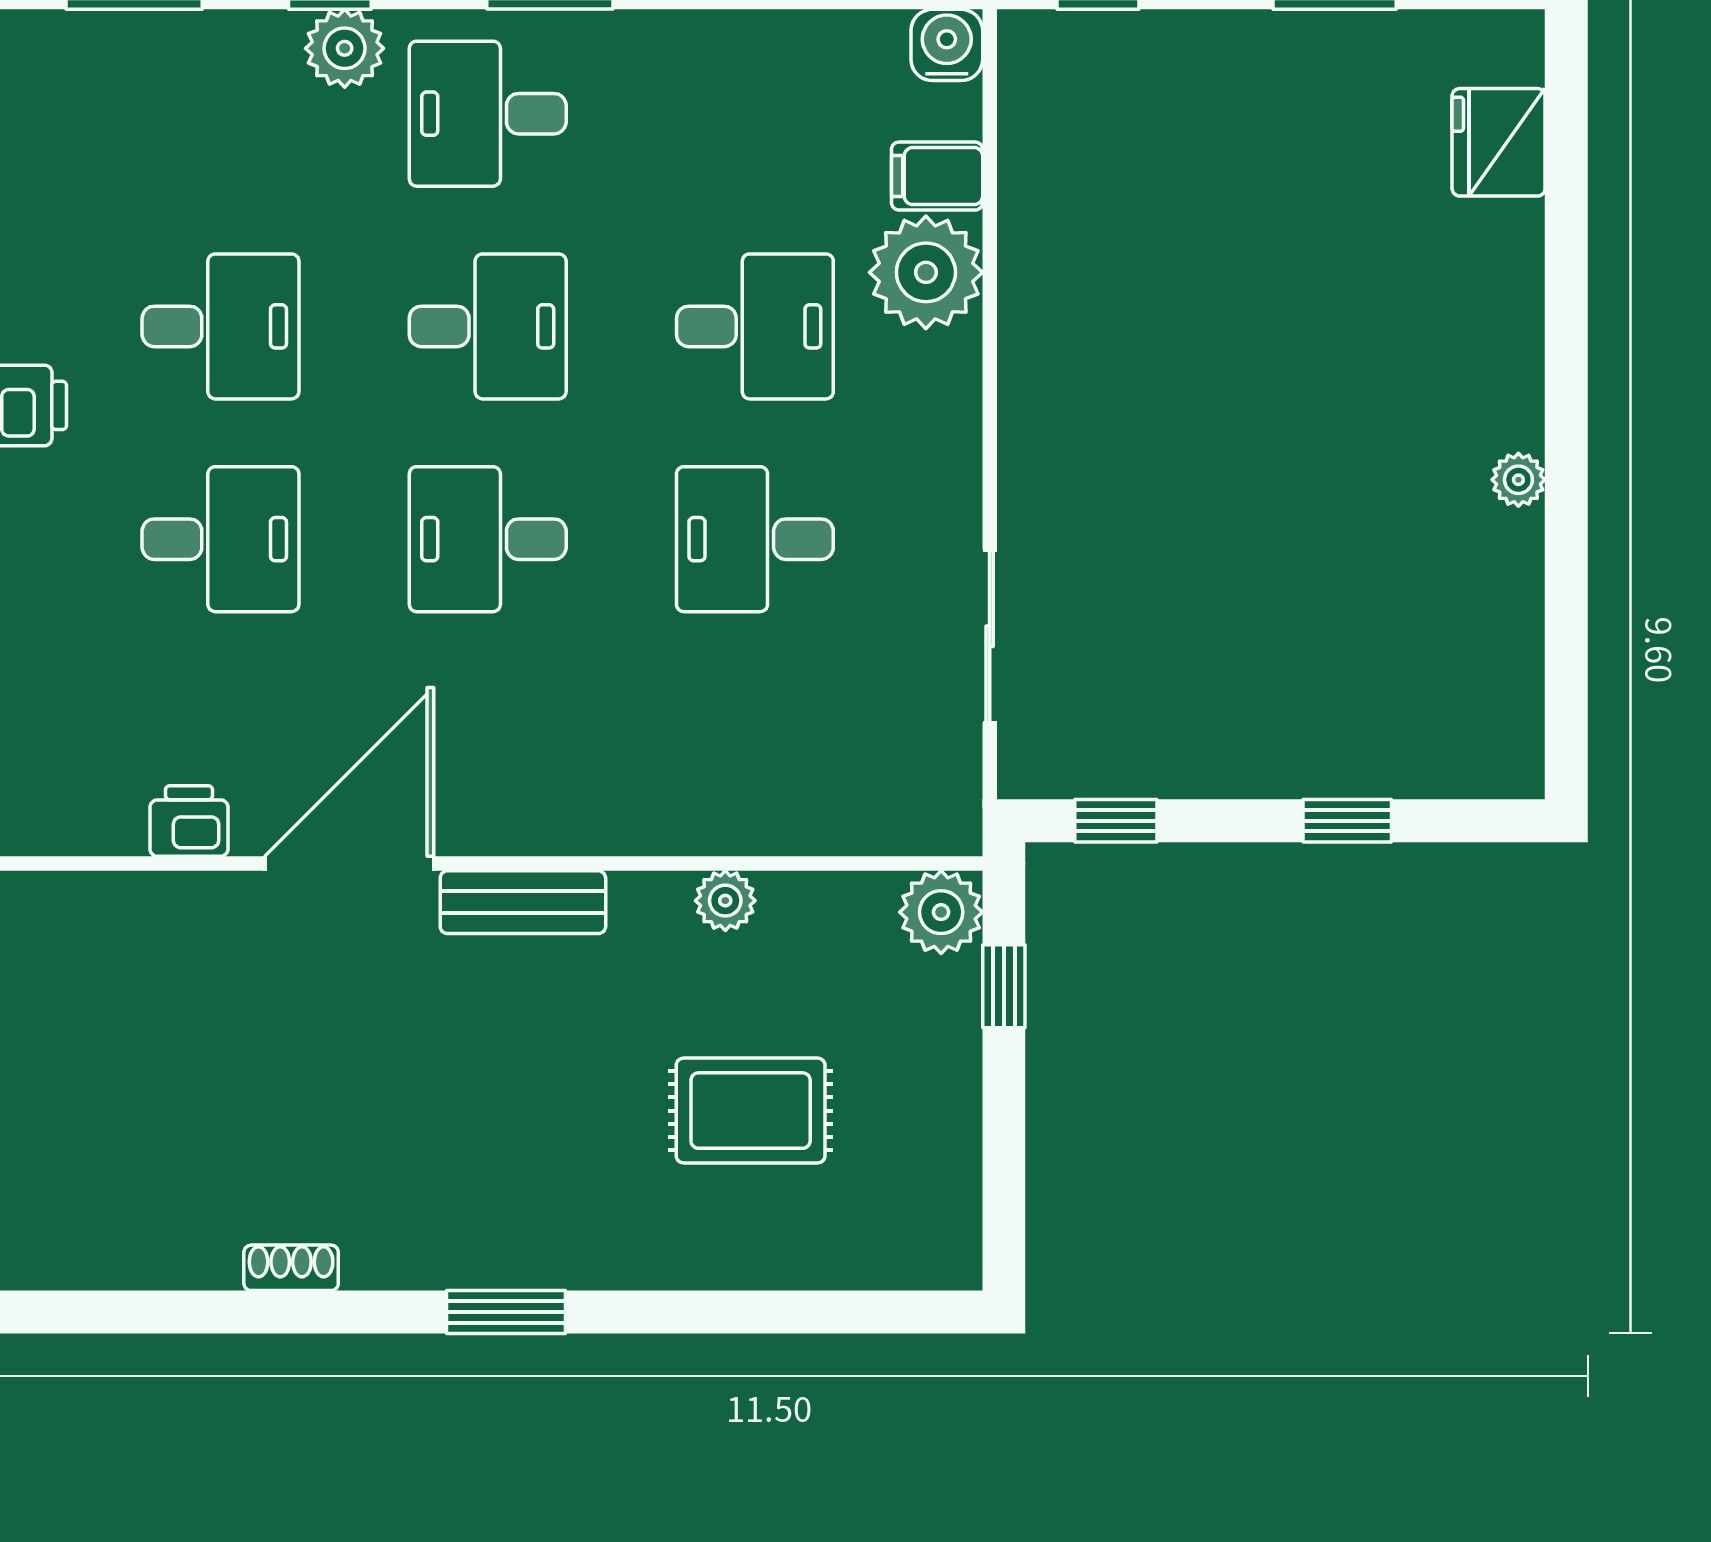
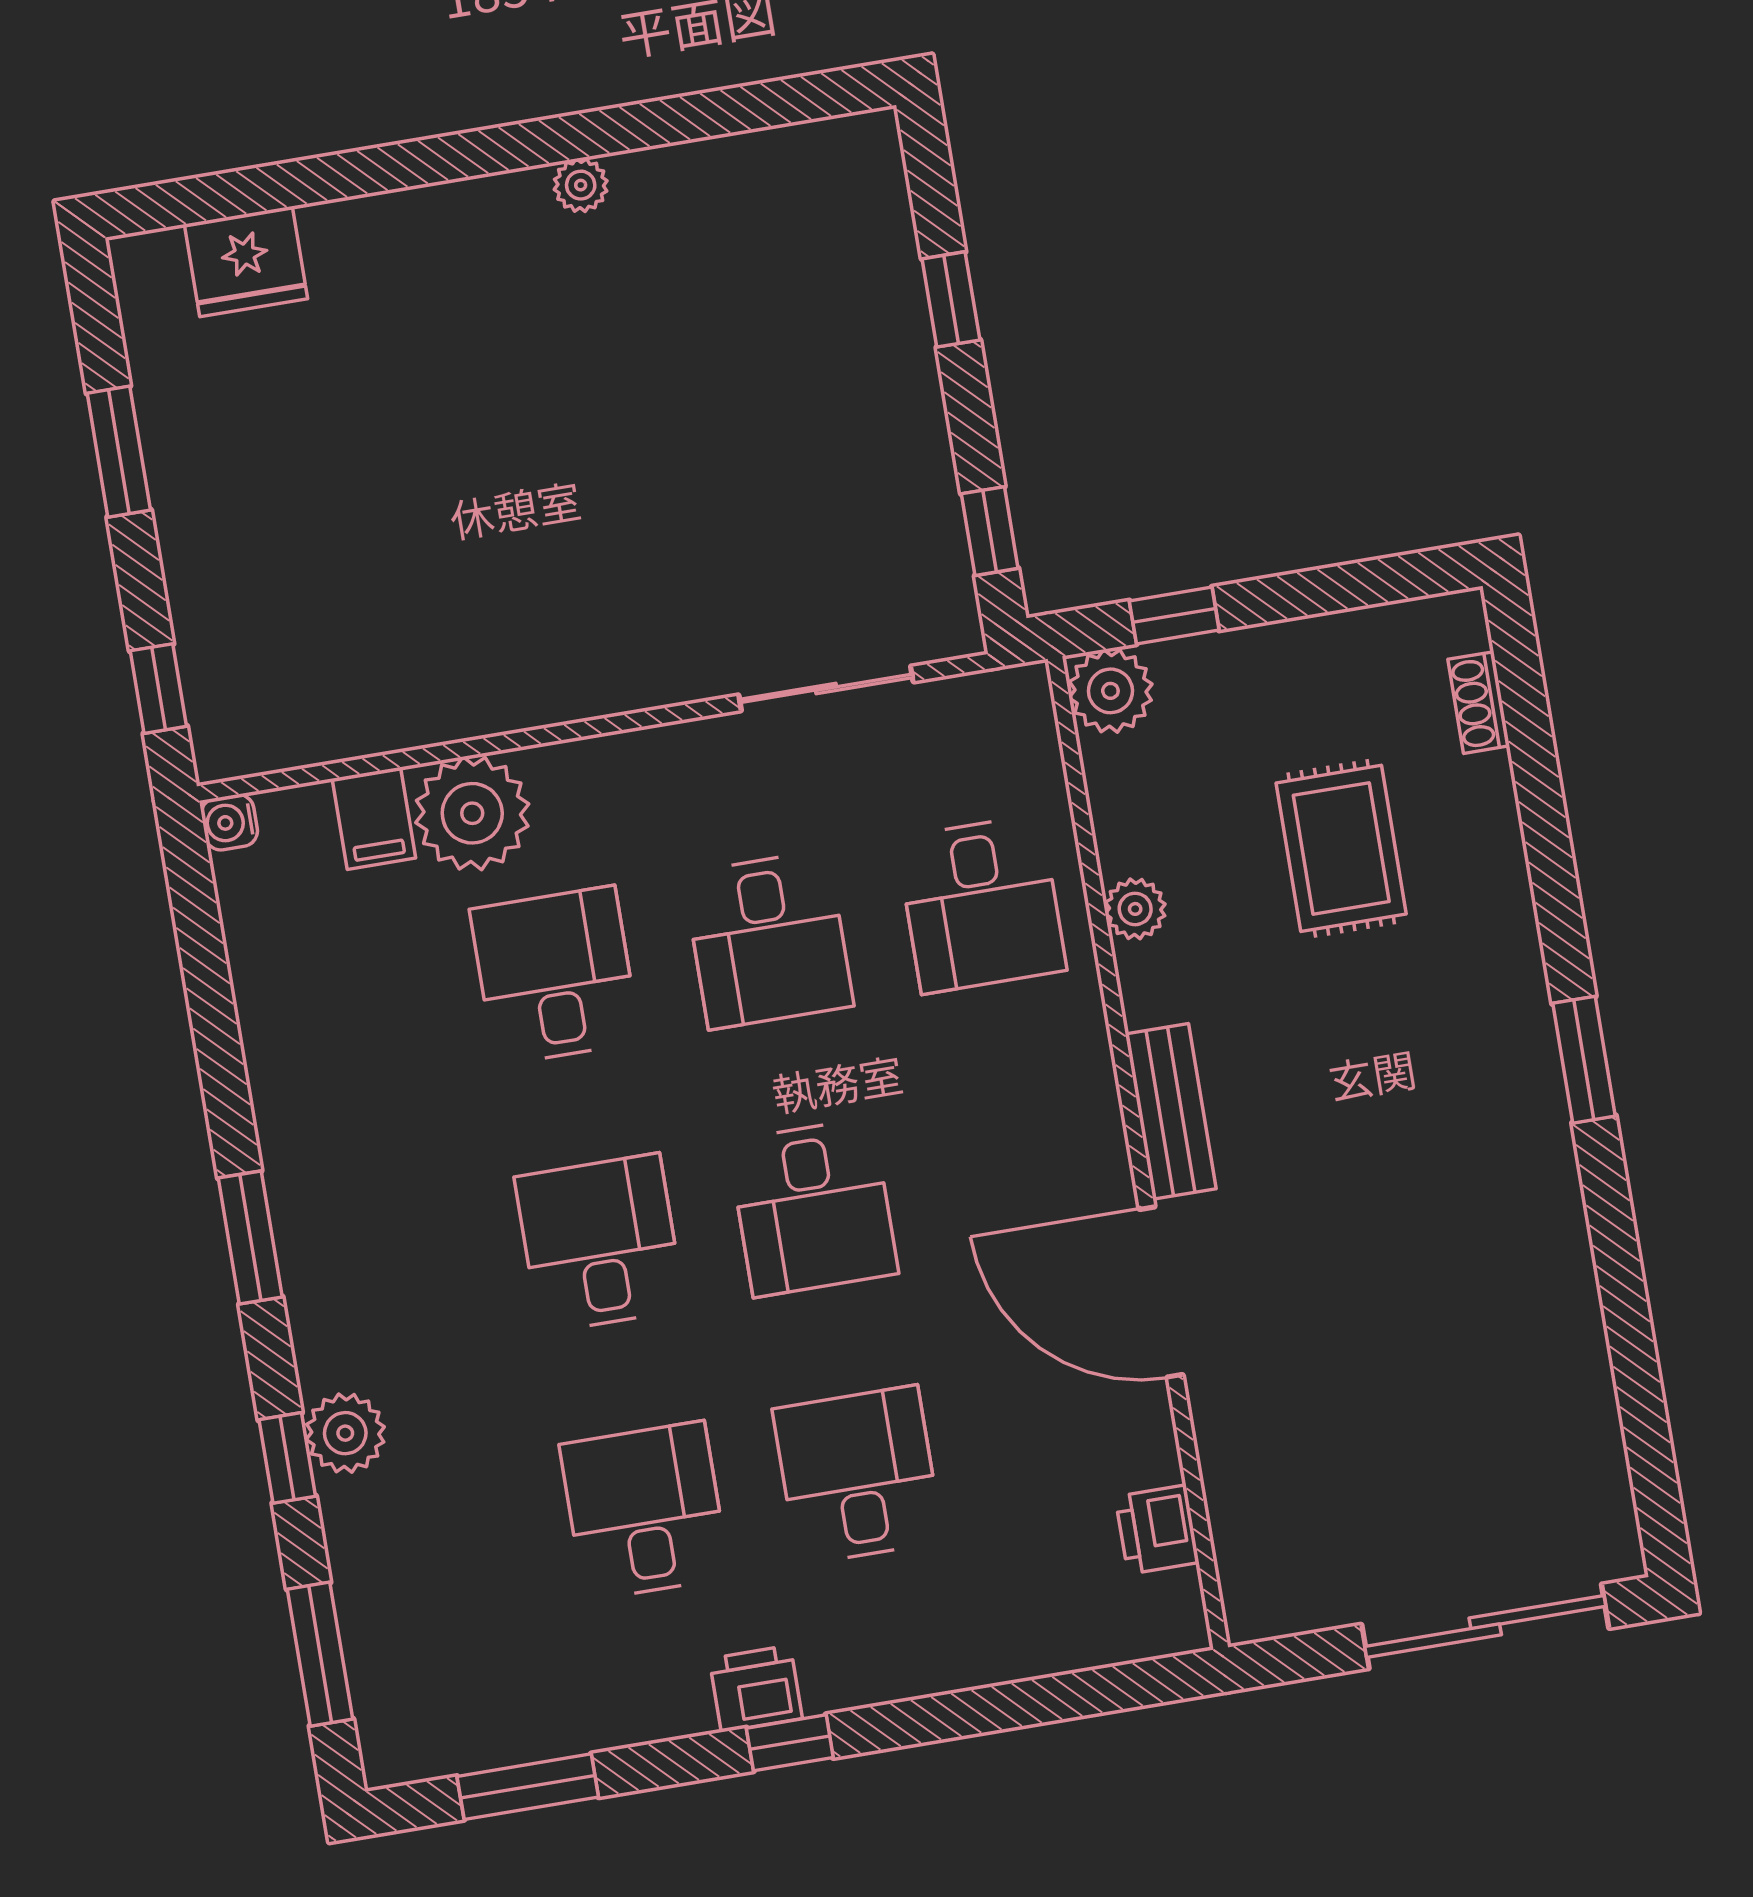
water cooler: (947, 45) -> (229, 822), width x0.72, depth x0.72
desk: (488, 114) -> (981, 904), moved
printer: (189, 821) -> (1157, 1530), moved
shoe rack: (291, 1268) -> (1479, 703), moved

